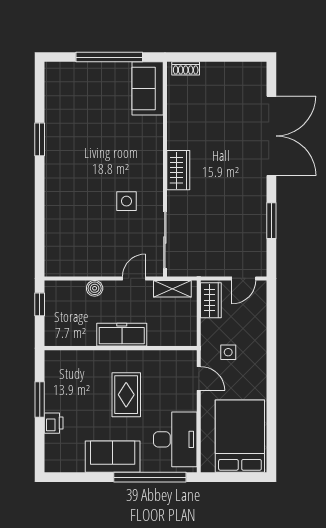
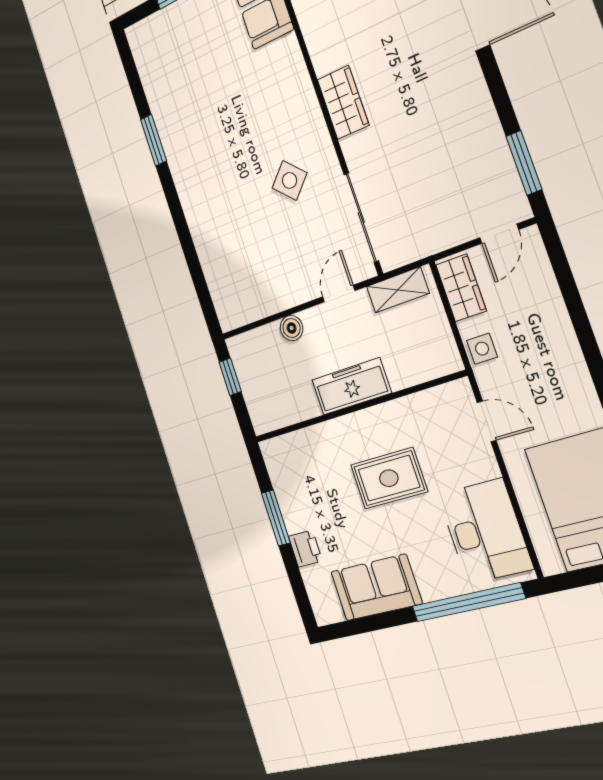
side table: (126, 201) -> (289, 180), turned 45
window: (271, 221) -> (524, 163), moved
side table: (228, 352) -> (482, 349), moved
rug: (126, 395) -> (389, 478), turned 90
sofa: (113, 457) -> (376, 588), moved

